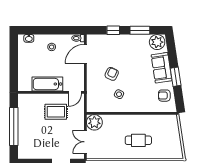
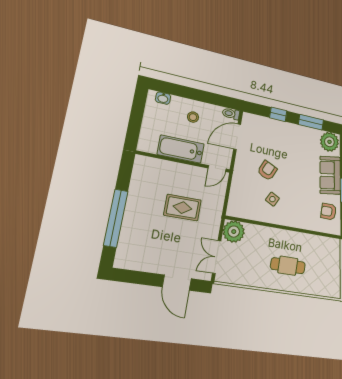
bathtub: (47, 84) -> (181, 149), moved
wall: (51, 92) -> (184, 162), moved
door: (75, 92) -> (217, 169), moved

